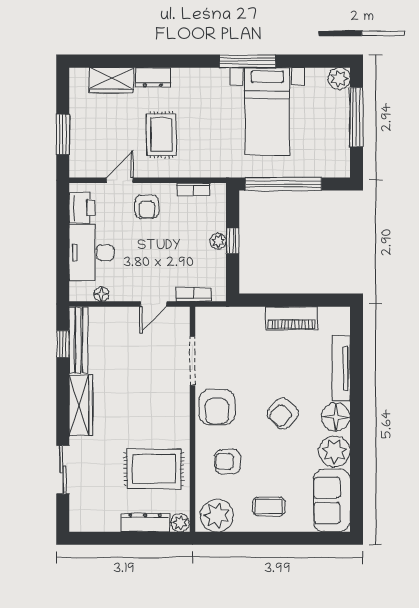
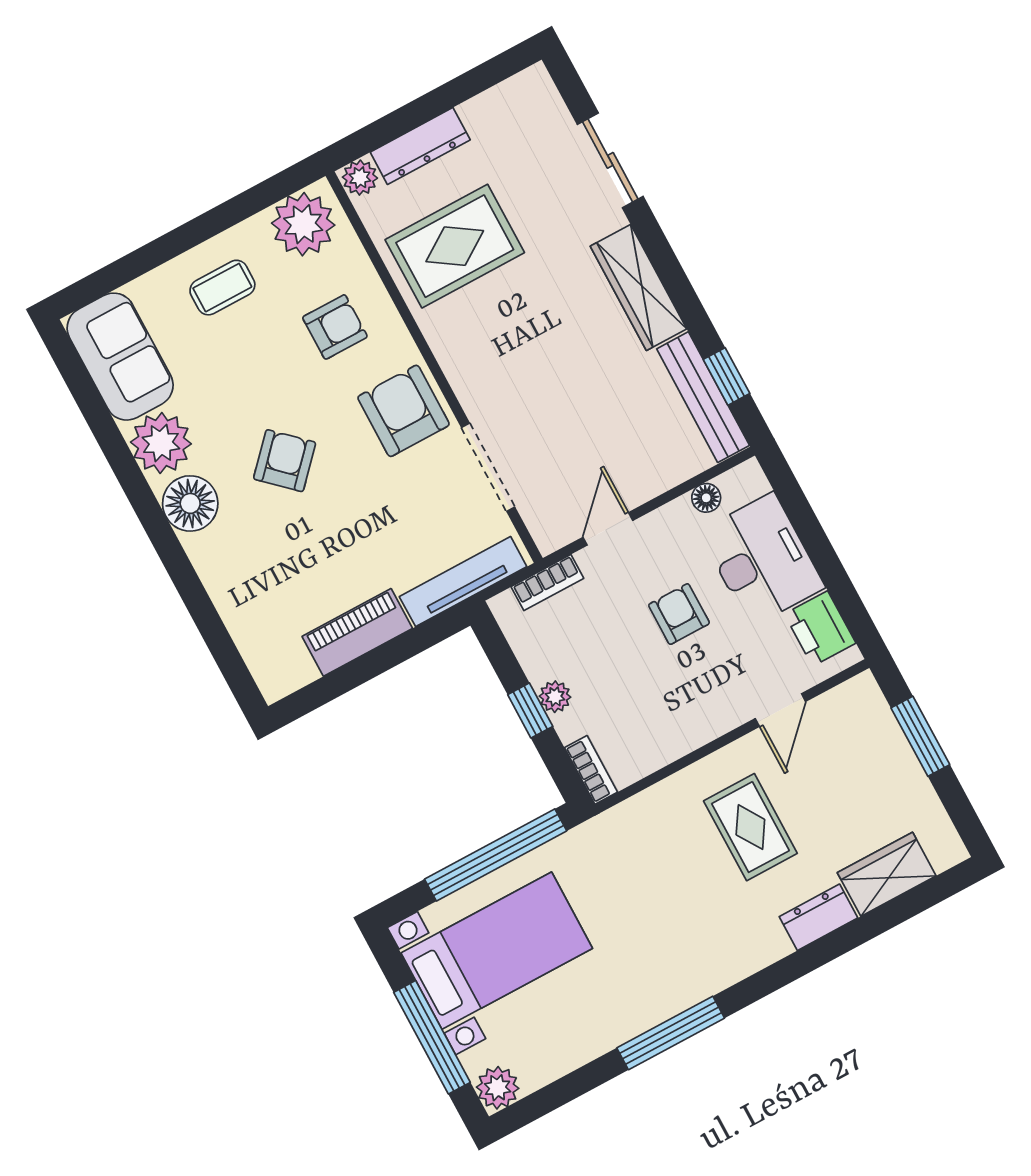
bed with nightstands: (267, 111) -> (497, 951), moved, turned 90
bookcase: (193, 189) -> (591, 770), moved, turned 90
armchair: (147, 207) -> (679, 614), moved
tv unit: (341, 369) -> (463, 582), moved, turned -90

